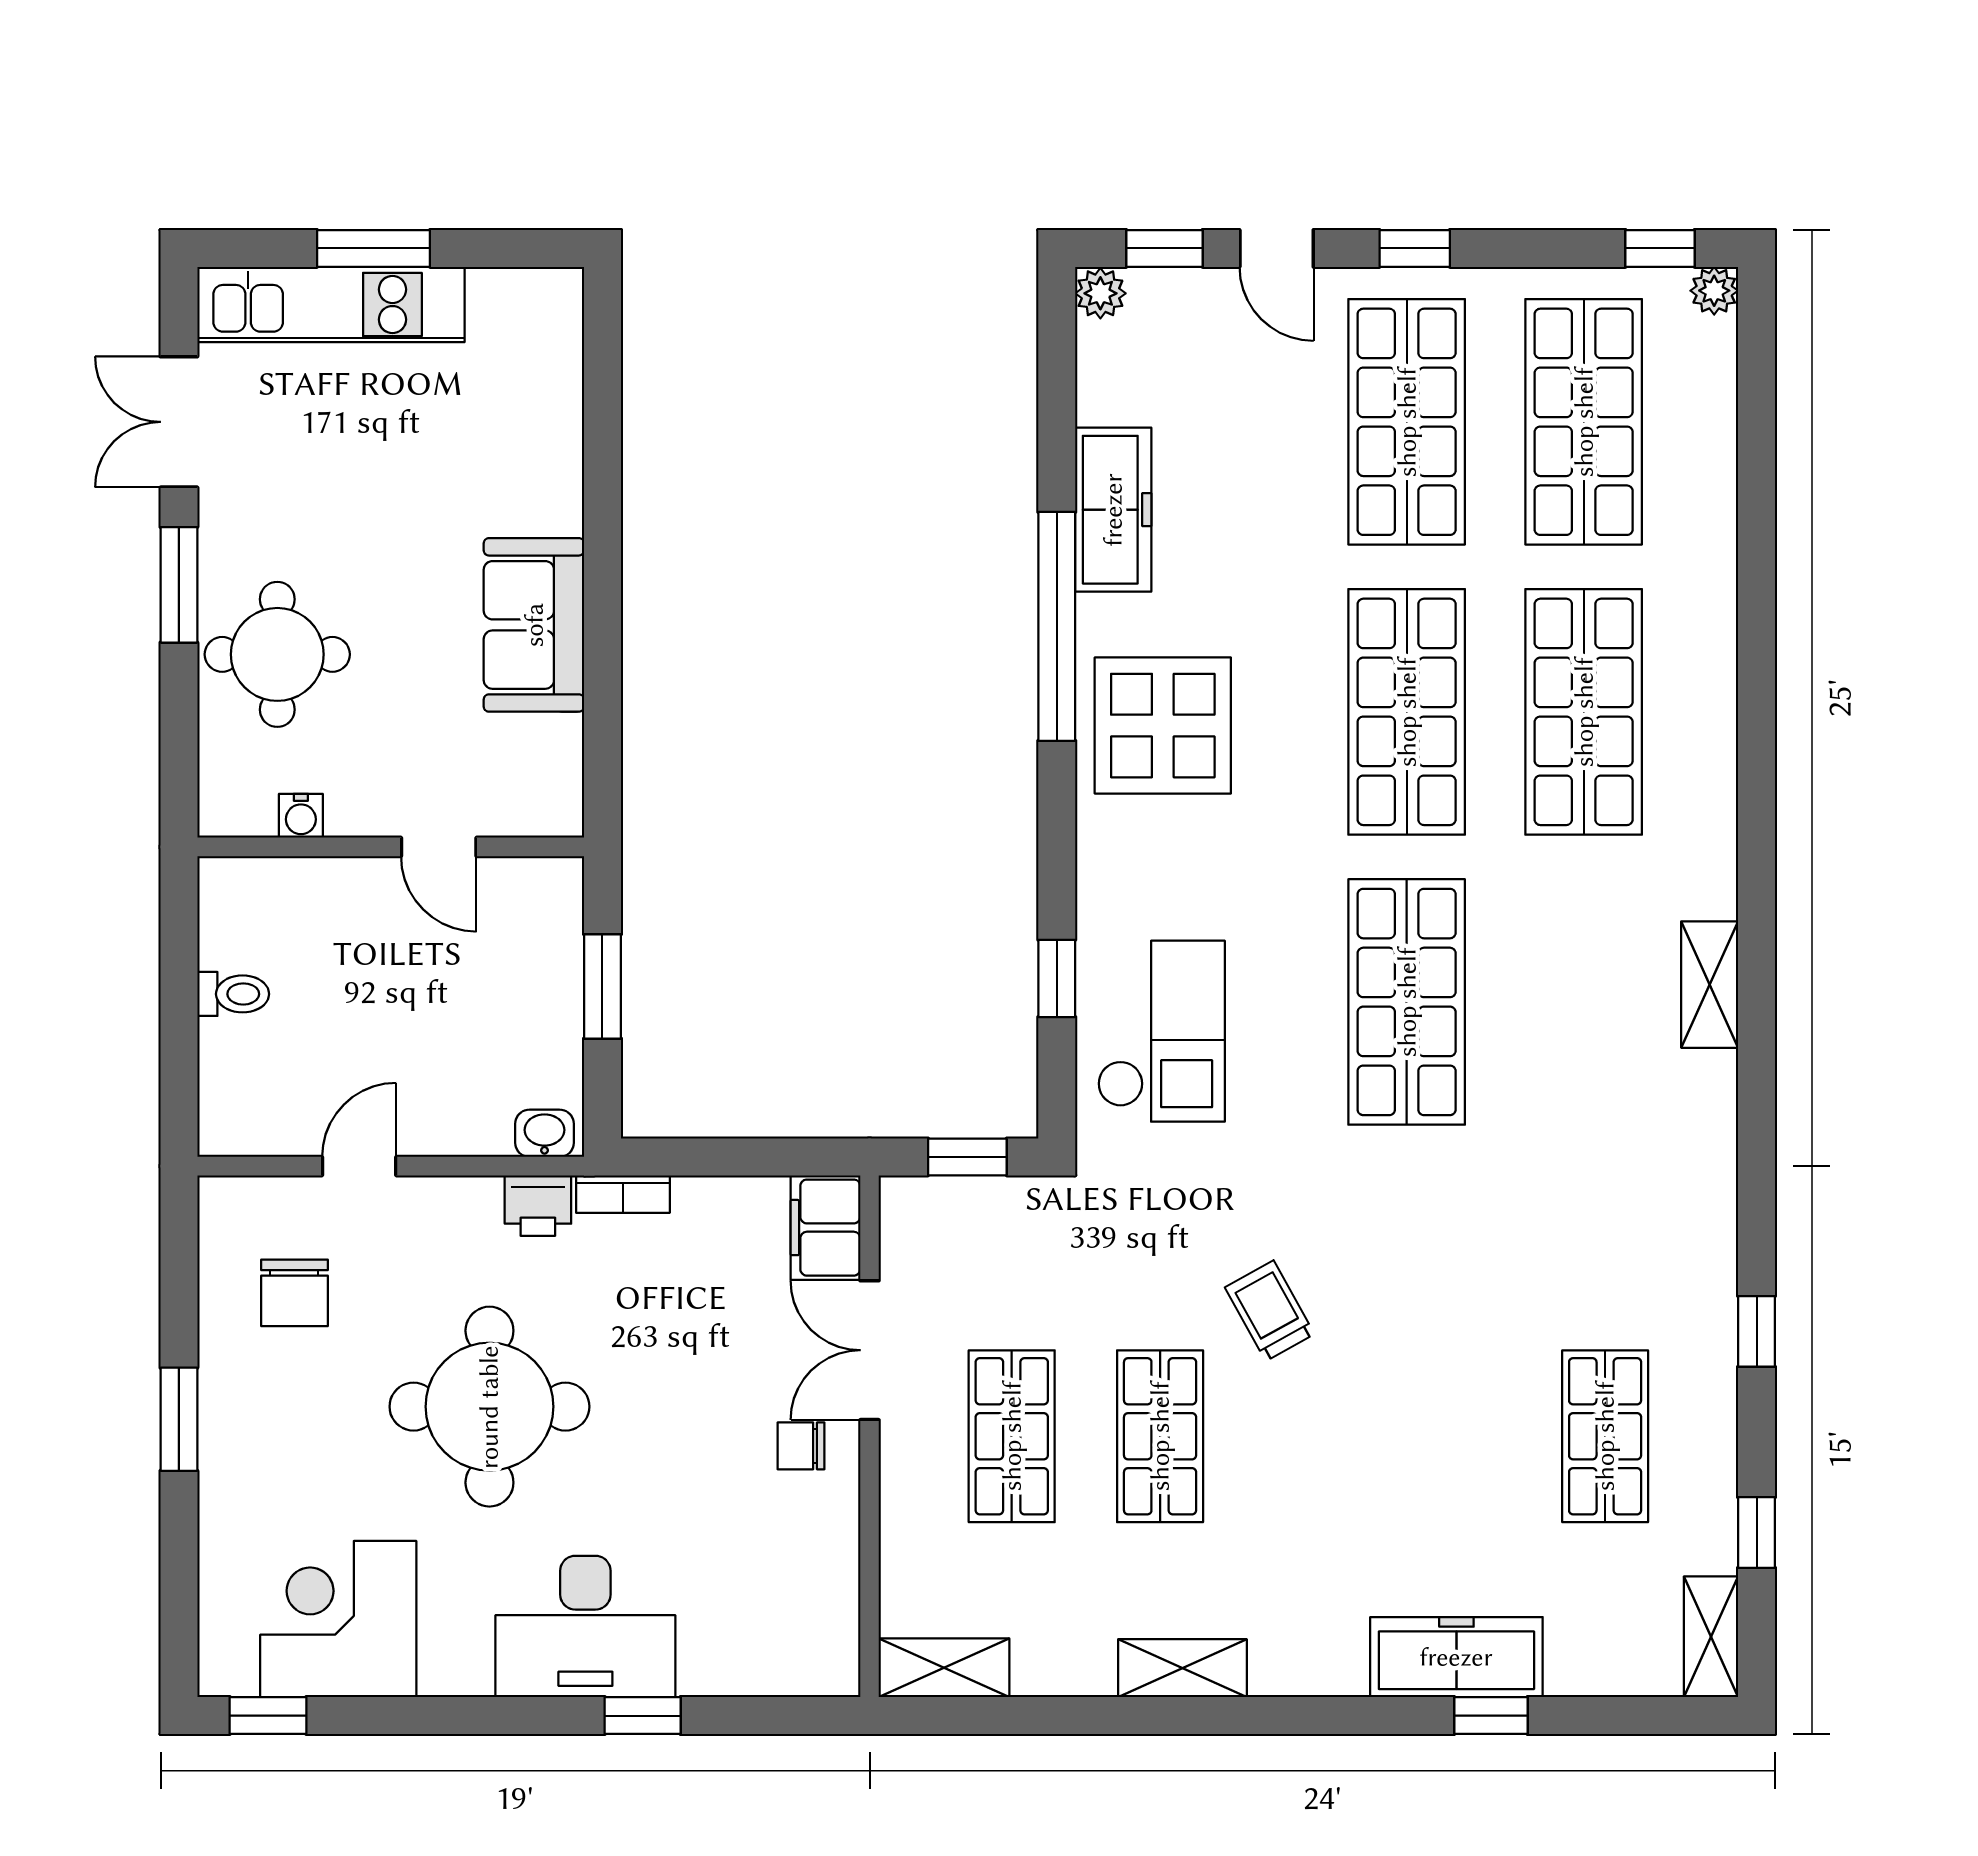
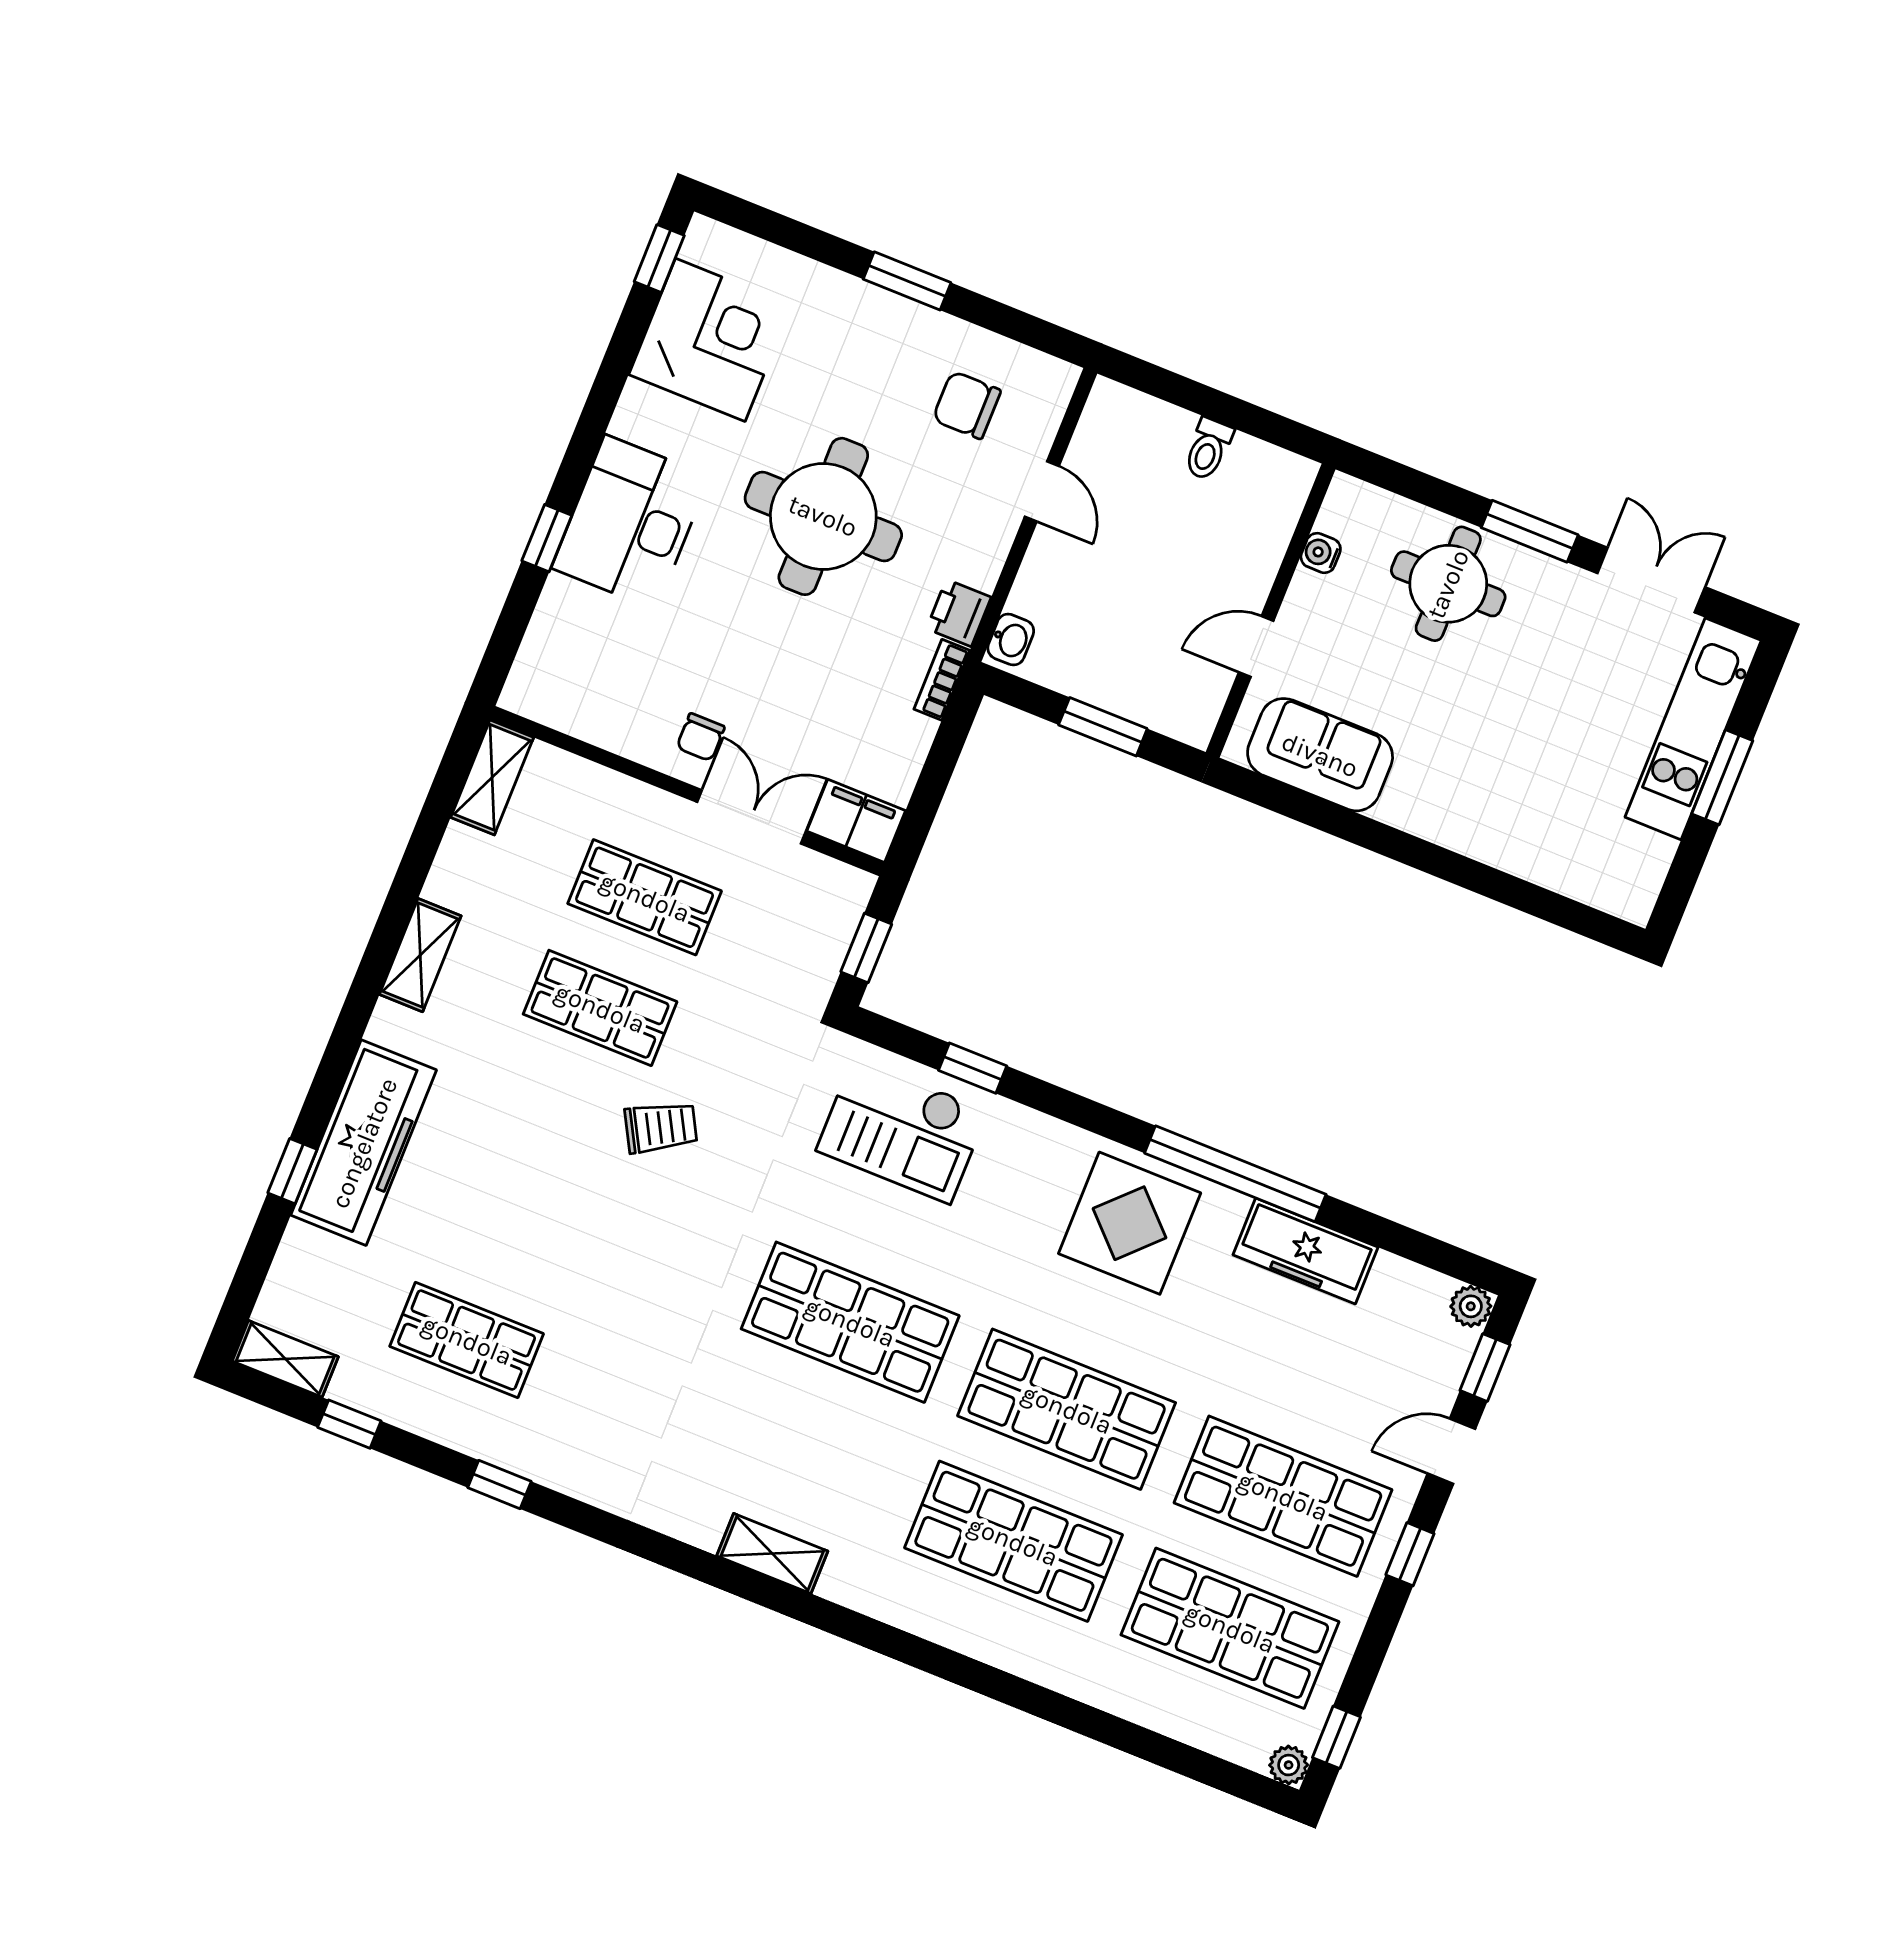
sofa: (534, 625) -> (1320, 755), moved
chair: (801, 1446) -> (701, 737), turned 180
freezer: (1456, 1657) -> (364, 1143), width x1.36, depth x1.26

